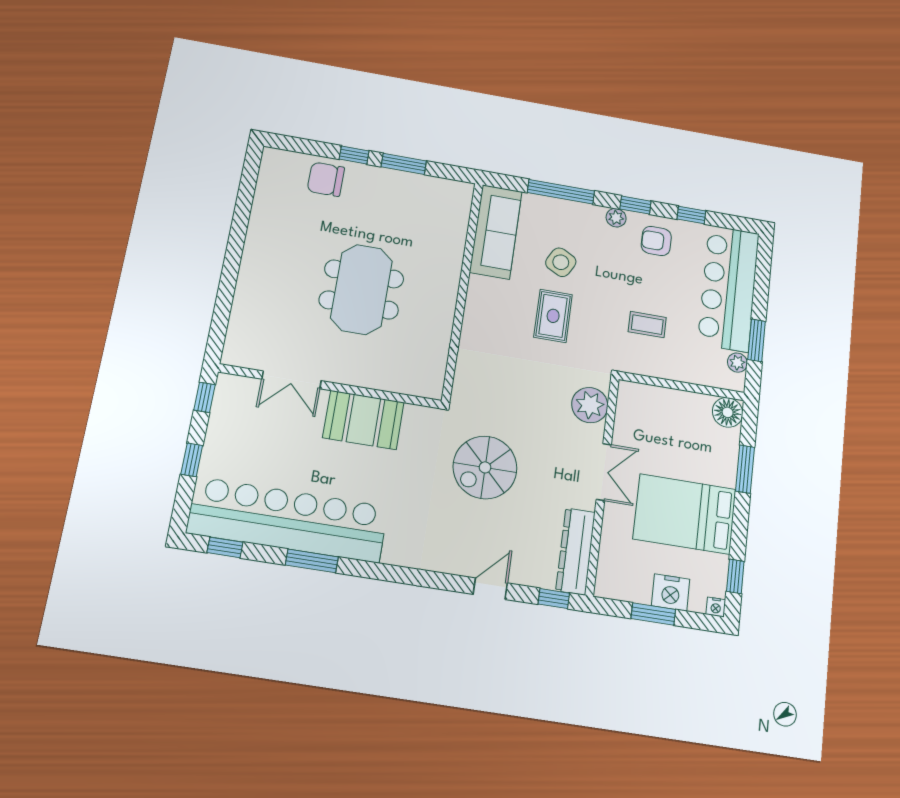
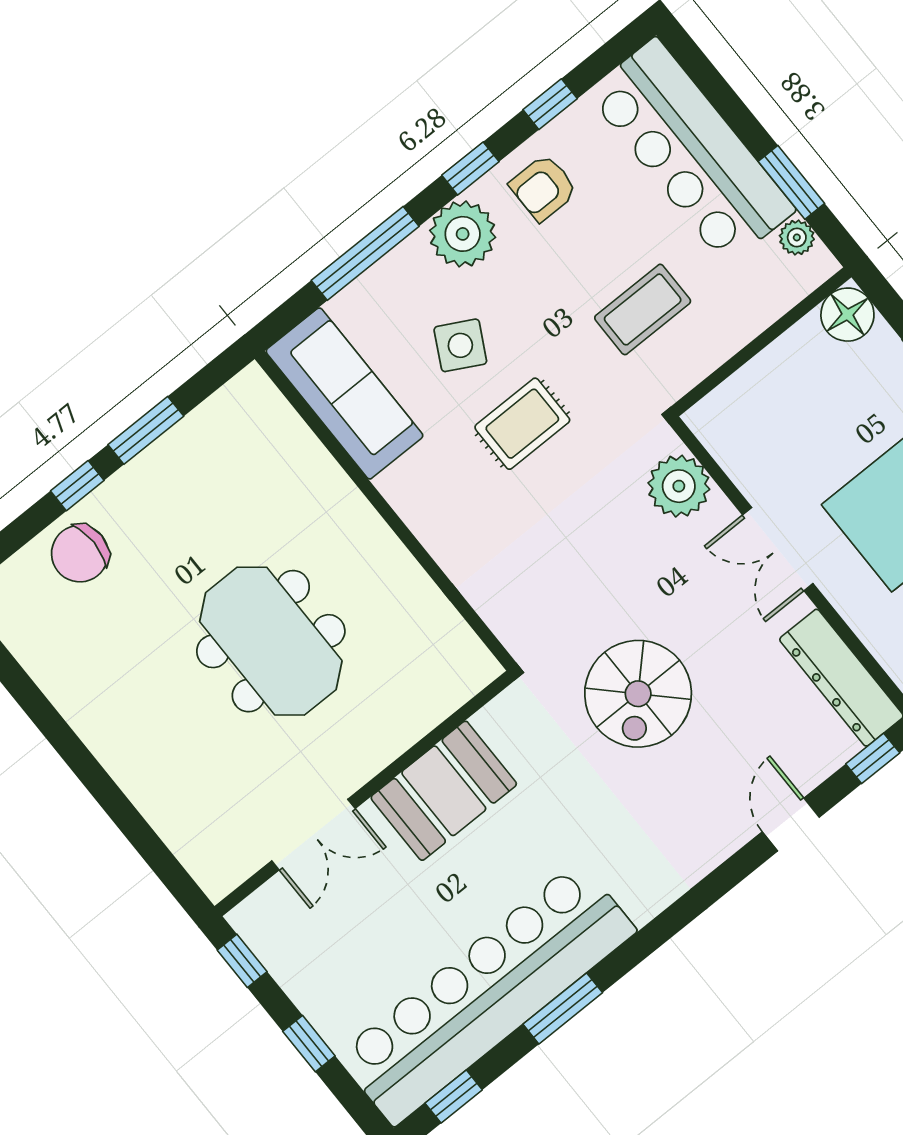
plant: (616, 218) -> (463, 234), width x1.87, depth x1.87
rug: (553, 316) -> (522, 424), turned 90
coffee table: (647, 325) -> (643, 309), width x1.36, depth x1.30
double door: (604, 472) -> (778, 549), swing flipped

